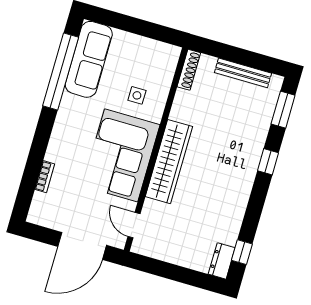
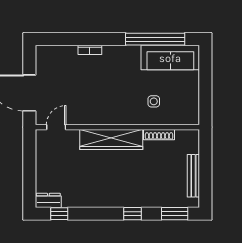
shoe rack: (189, 70) -> (159, 135), moved
corner sofa: (121, 155) -> (106, 103), removed
bookcase: (45, 177) -> (90, 50), moved

